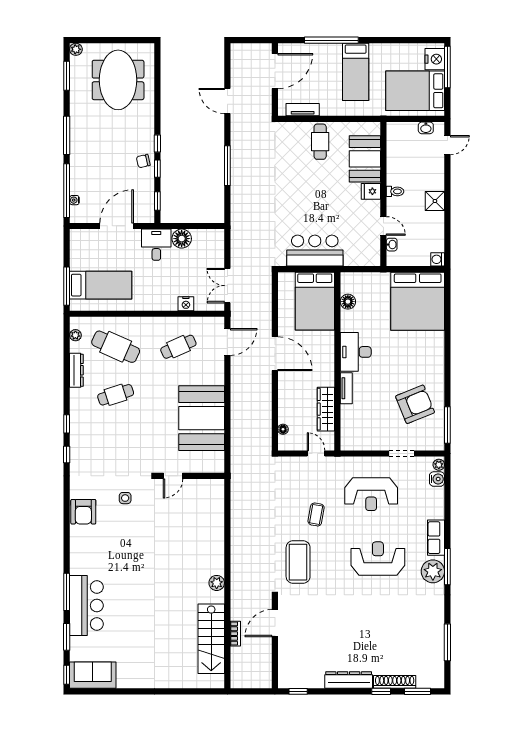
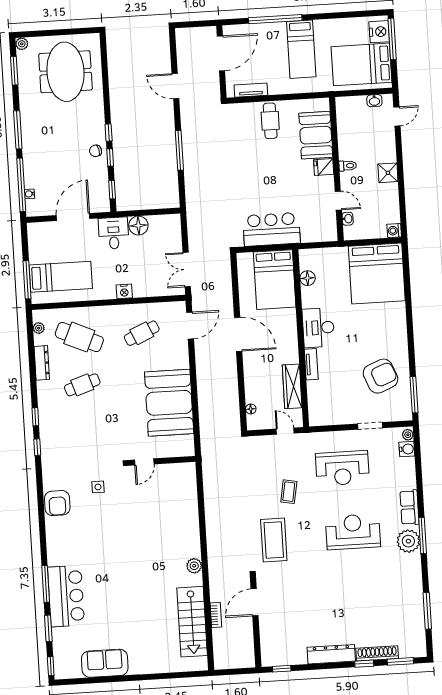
nightstand: (186, 304) -> (124, 291), moved
sofa: (93, 675) -> (105, 663), moved

